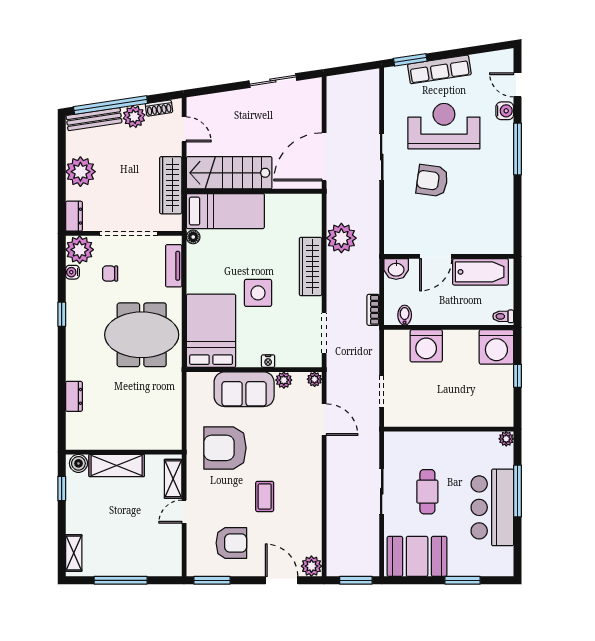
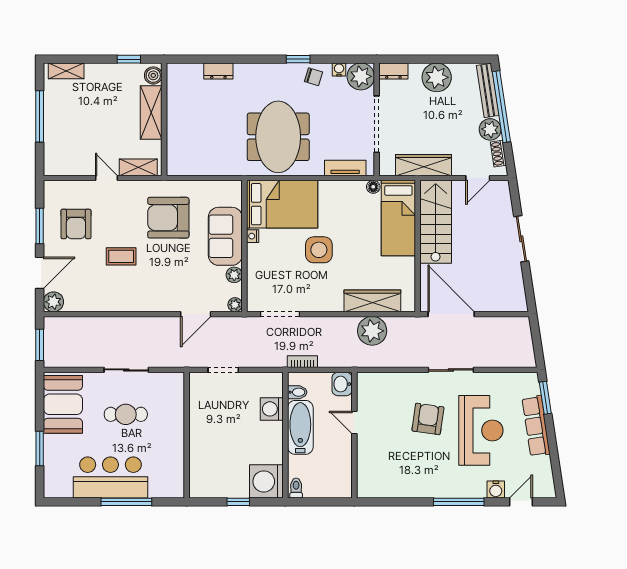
sliding door: (273, 81) -> (521, 239), moved
door: (436, 256) -> (354, 423), width x0.73
wardrobe: (311, 267) -> (372, 301), moved
bathtub: (480, 272) -> (300, 427), moved, turned 180
chair: (110, 274) -> (313, 77), moved, turned 107
washing machine: (426, 346) -> (272, 409), width x0.73, depth x0.73
nightstand: (268, 361) -> (253, 236), moved
plant: (506, 439) -> (177, 491), removed
armchair: (225, 448) -> (168, 218), turned -90
window: (212, 580) -> (40, 226), moved

